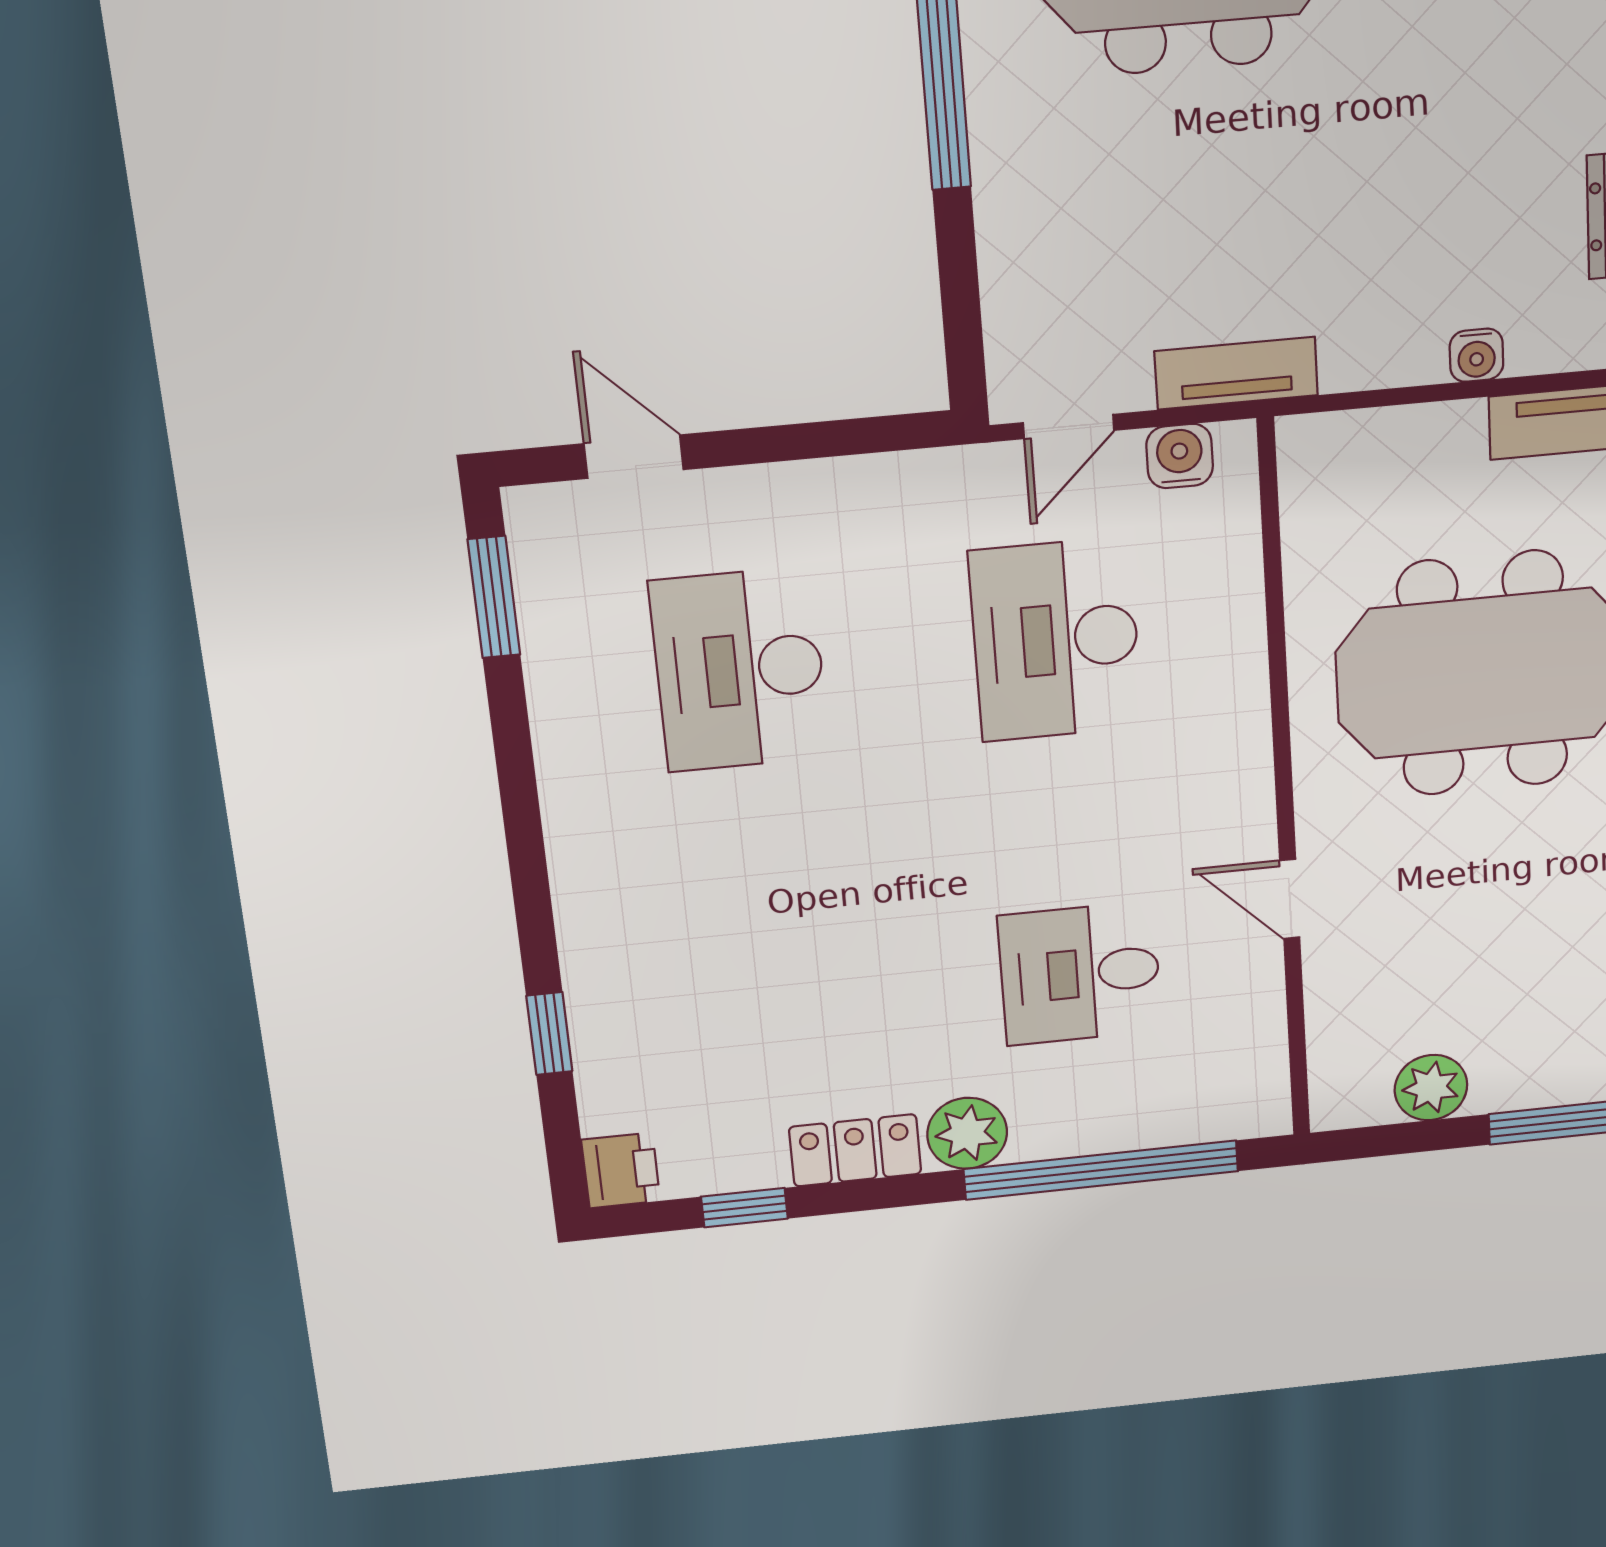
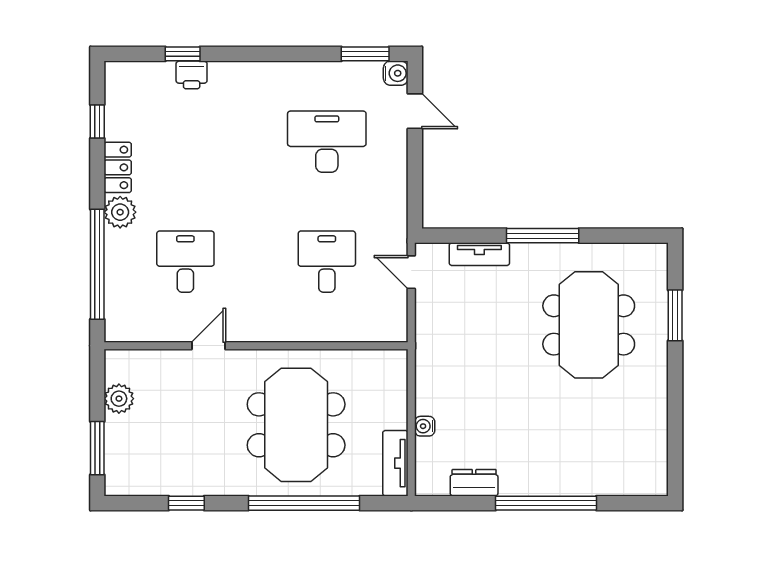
tv unit: (1236, 373) -> (479, 254), moved, turned 90
water cooler: (1180, 456) -> (396, 73), moved
door: (634, 457) -> (415, 111), hinge flipped
desk: (1056, 640) -> (327, 262), width x0.73
printer: (621, 1170) -> (192, 75), moved

